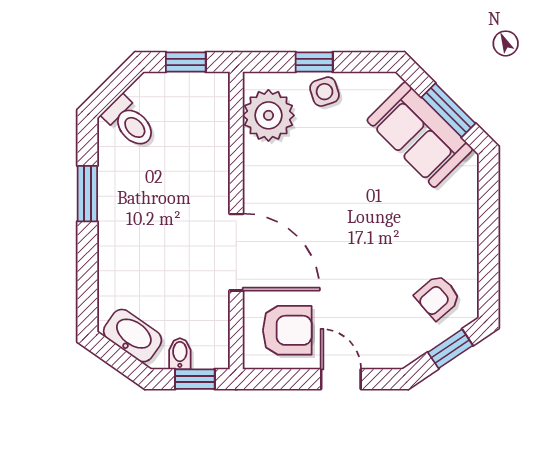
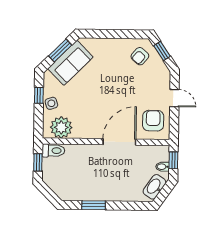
window: (314, 62) -> (39, 95), moved
toilet: (130, 122) -> (53, 151), moved, turned 45
armchair: (438, 297) -> (140, 56), turned 82
door: (341, 379) -> (174, 98), swing flipped

